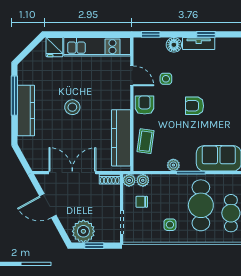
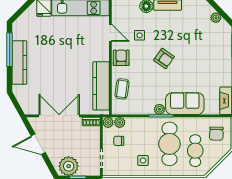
armchair: (194, 106) -> (164, 58), turned -145
stool: (72, 107) -> (59, 60), removed
plant: (173, 165) -> (159, 109), moved

